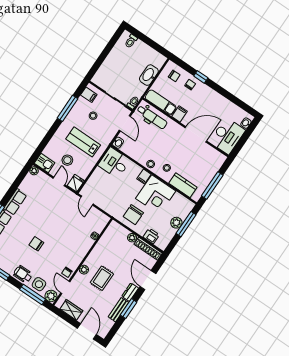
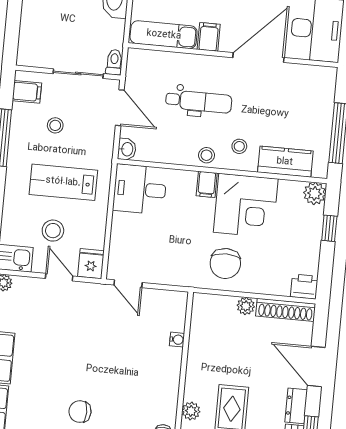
dental chair: (152, 117) -> (199, 101), moved
plant: (176, 223) -> (315, 193), moved
window: (186, 224) -> (329, 228), width x0.46
printer: (151, 236) -> (304, 286), moved

